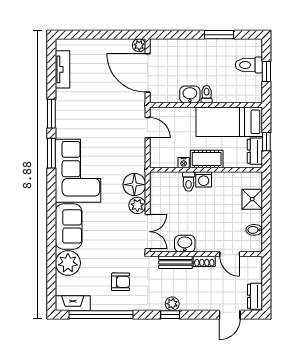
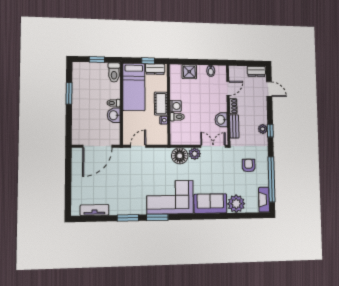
plant: (139, 45) -> (77, 153), removed
toilet: (249, 65) -> (114, 72), moved

